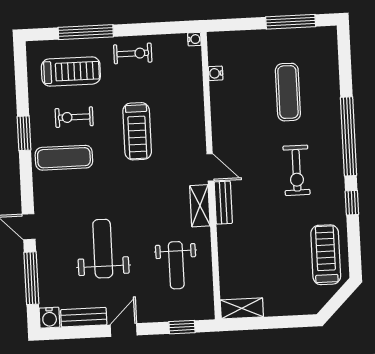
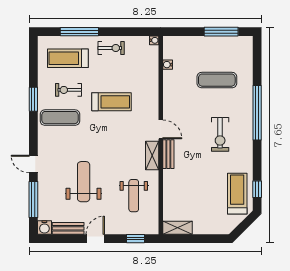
treadmill: (71, 71) -> (68, 58), turned 180
exercise mat: (288, 92) -> (217, 80), turned 90
treadmill: (137, 131) -> (111, 102), turned -90
window: (352, 203) -> (257, 189), moved

